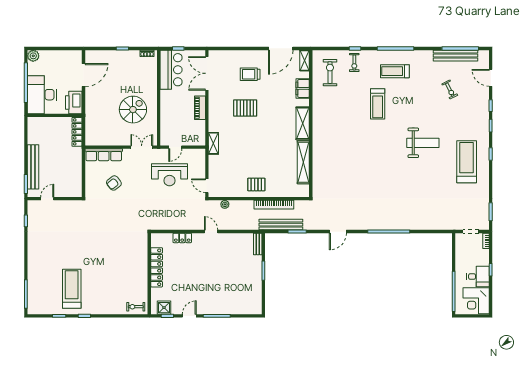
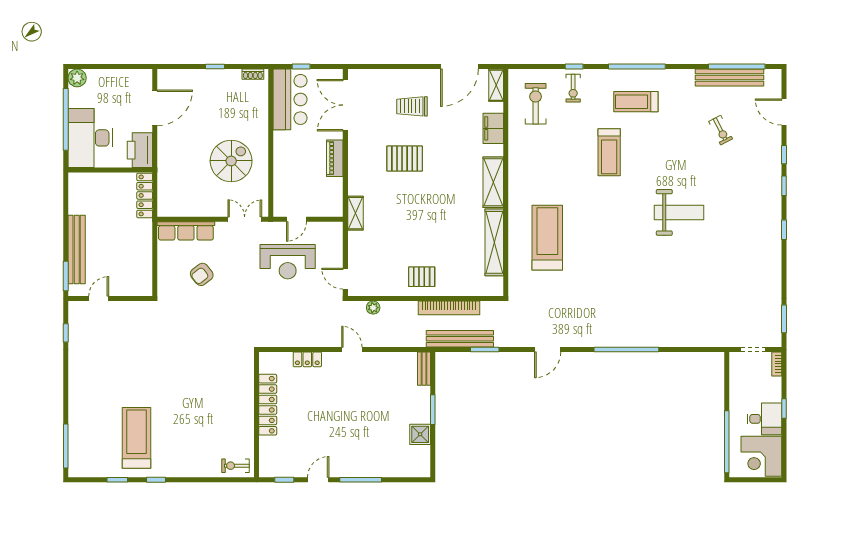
treadmill: (467, 162) -> (547, 238), moved
shower: (164, 308) -> (420, 434), moved

